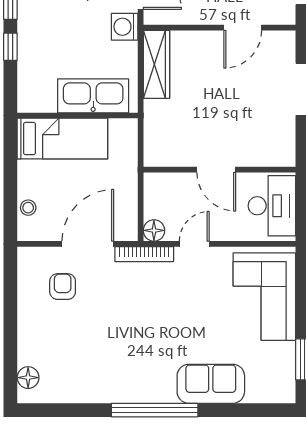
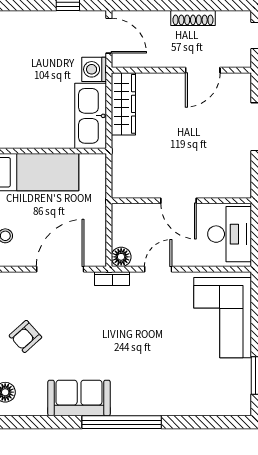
kitchen sink: (93, 96) -> (91, 116), moved, turned -90
bookcase: (144, 254) -> (112, 279), width x0.64
armchair: (63, 287) -> (25, 336), moved, turned -132
sofa: (211, 384) -> (79, 398), moved

